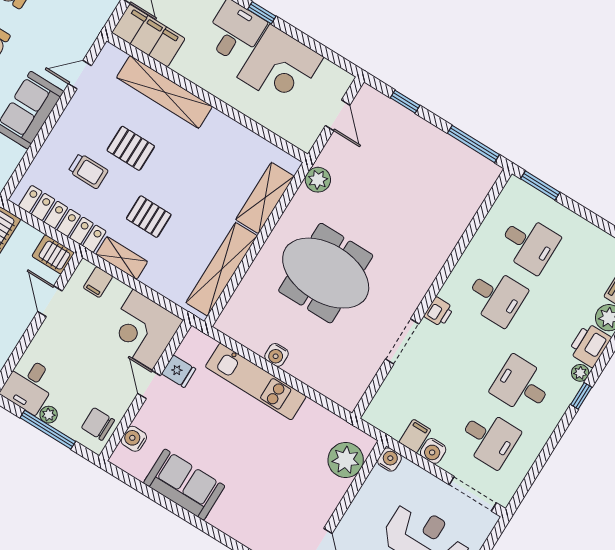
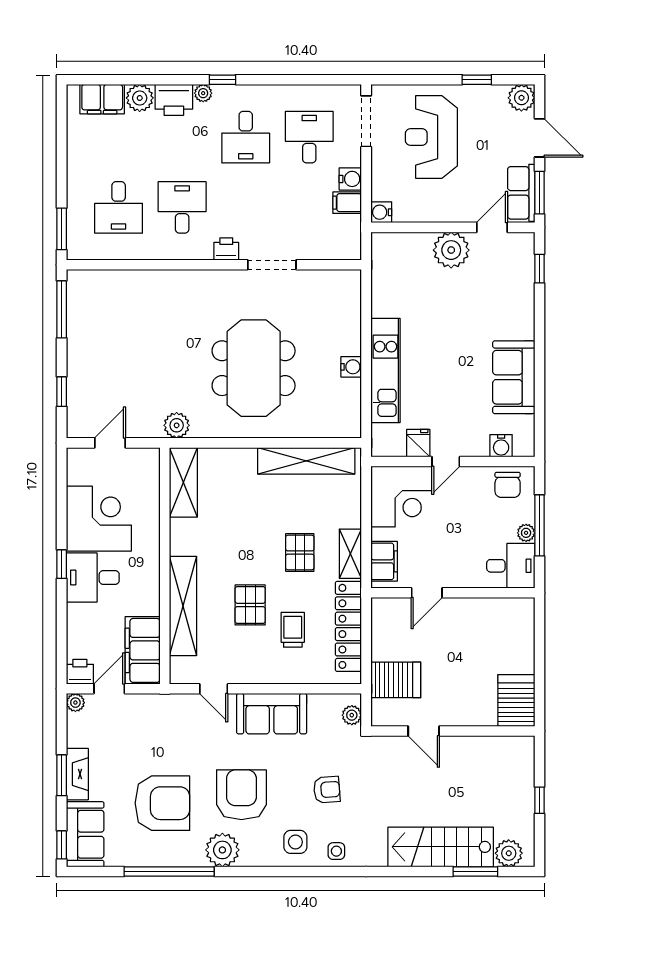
shelving: (265, 198) -> (183, 482), moved, turned 90
desk: (529, 244) -> (119, 207), turned 180
server rack: (53, 254) -> (384, 615), removed
filing cabinet: (98, 282) -> (384, 561), width x2.00
plant: (346, 460) -> (451, 250), moved

